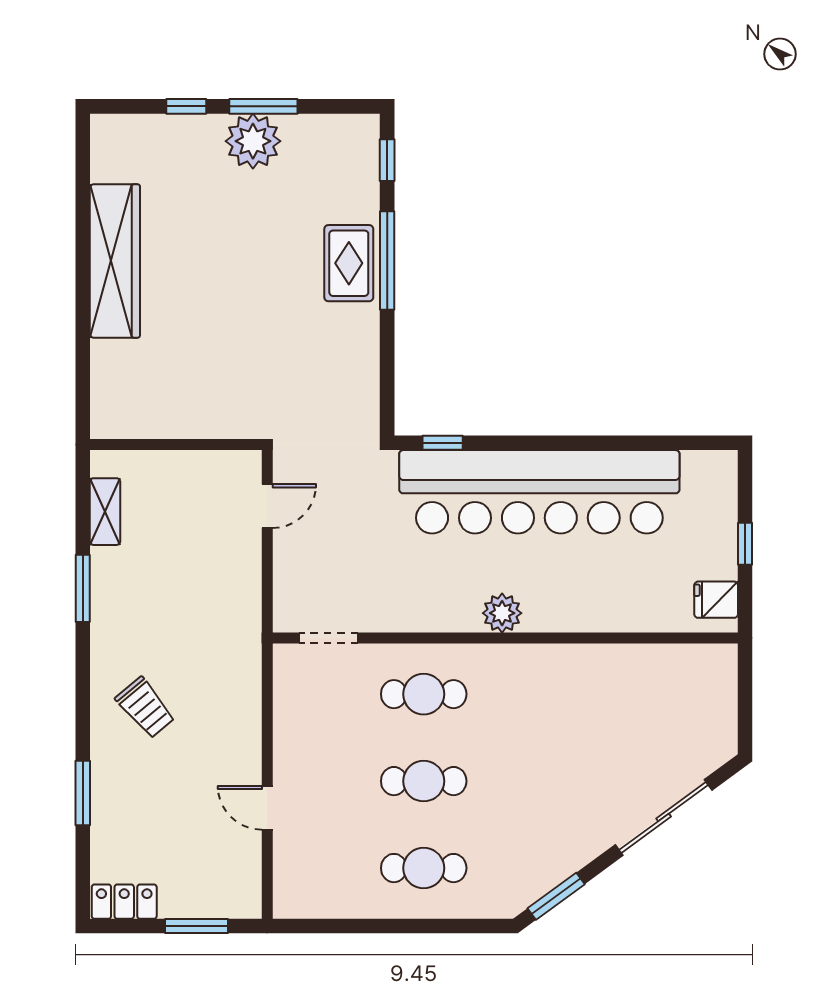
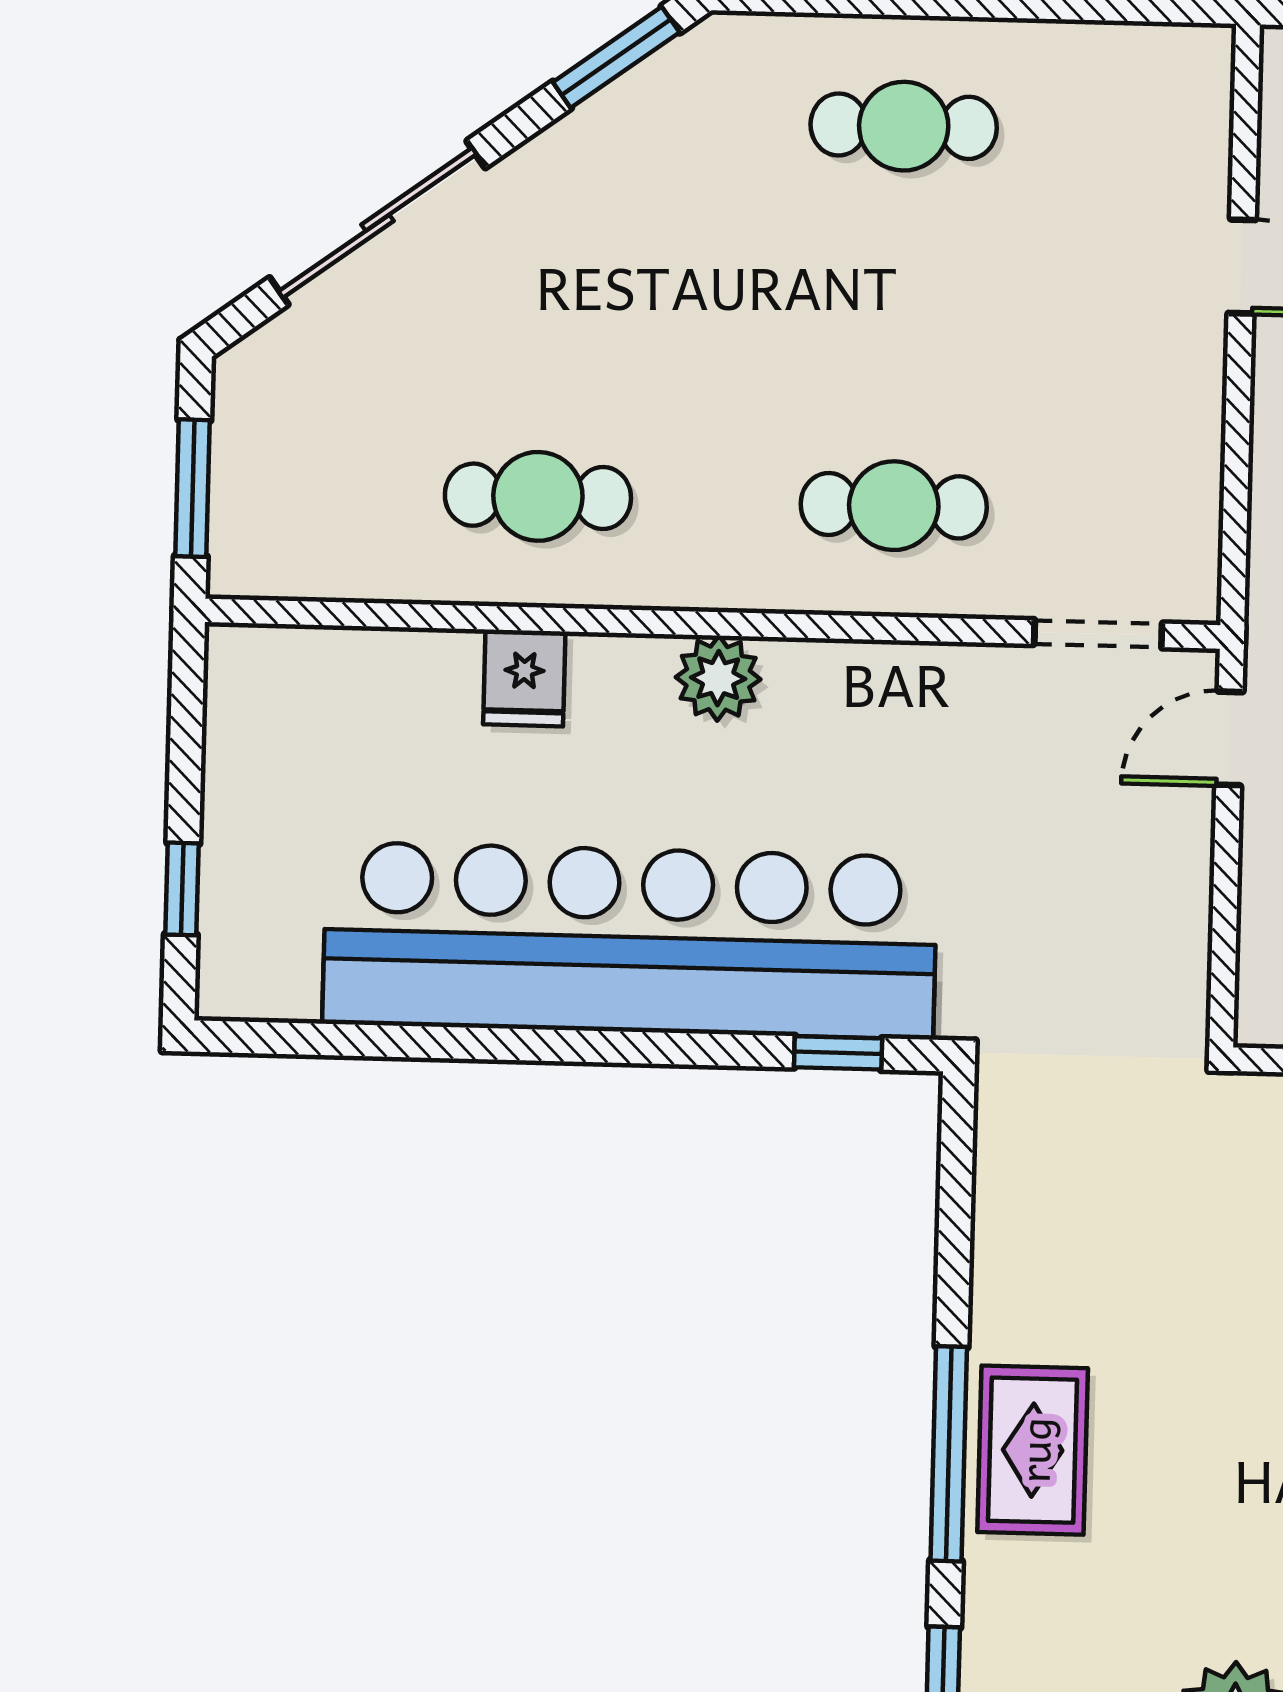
door: (267, 506) -> (1229, 738), moved
window: (745, 544) -> (182, 889), moved
fridge: (716, 600) -> (524, 678), moved, turned 90
window: (745, 694) -> (193, 488), added
cafe table: (424, 781) -> (538, 496), moved

